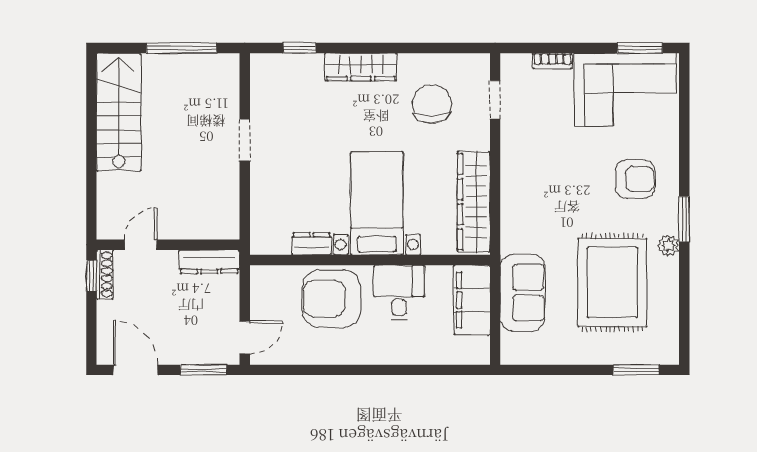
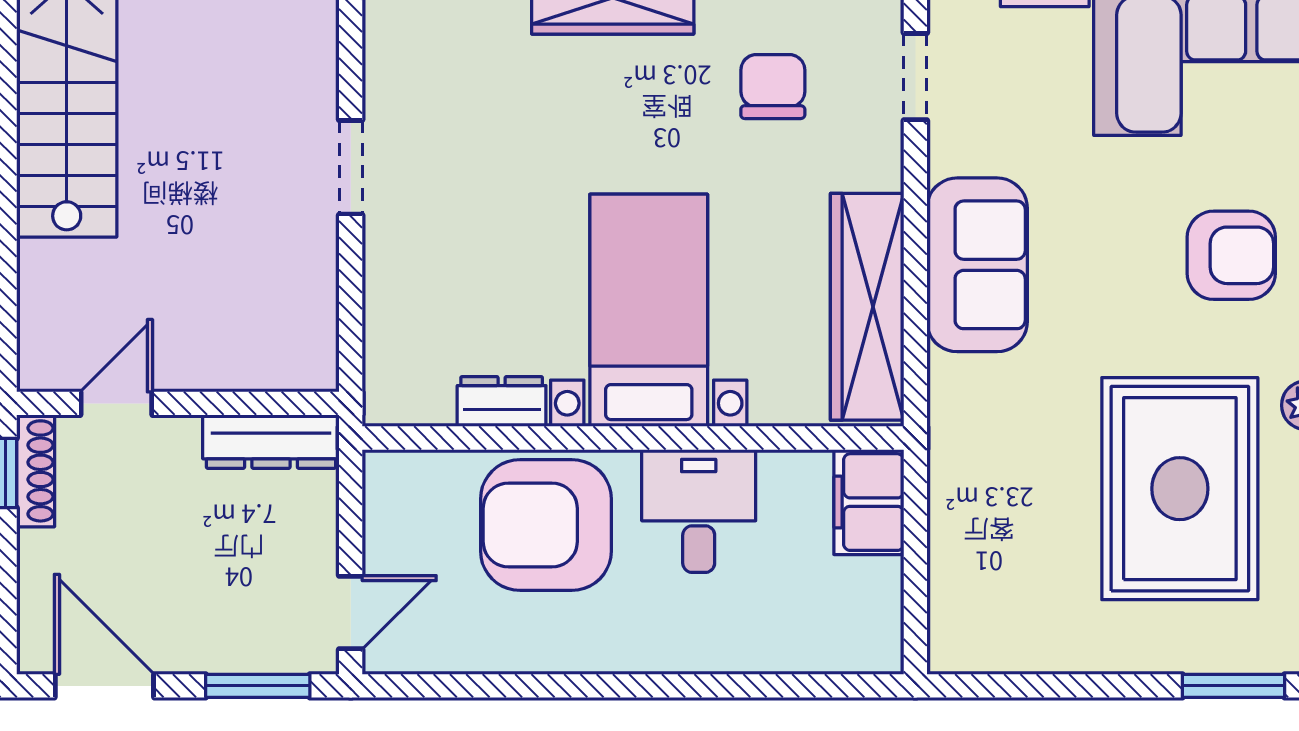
chair: (432, 104) -> (773, 87), width x0.73, depth x0.73
sofa: (522, 293) -> (977, 265), moved
filing cabinet: (472, 300) -> (869, 502), width x0.67, depth x0.86

